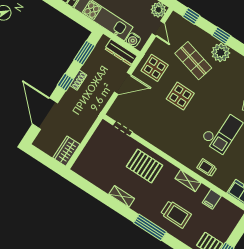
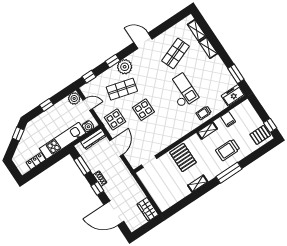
pallet: (144, 166) -> (183, 158), turned 90
trolley: (176, 214) -> (228, 150), turned 180

